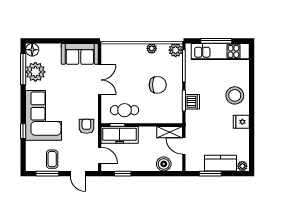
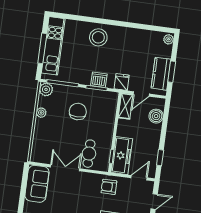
cafe table: (125, 110) -> (89, 154), moved
fridge: (241, 122) -> (122, 82), moved, turned 180
kitchen counter: (220, 163) -> (161, 74), moved

